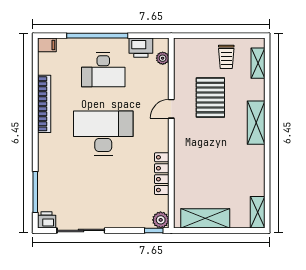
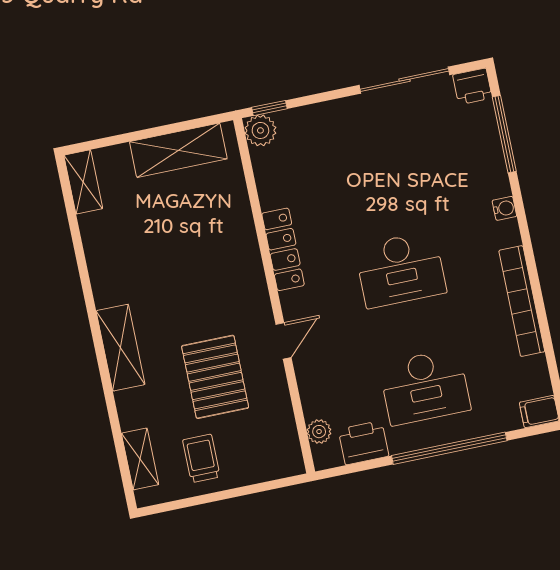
desk: (103, 70) -> (425, 387), turned 180
desk: (103, 133) -> (401, 270), width x0.73, depth x0.77
water cooler: (43, 154) -> (504, 208), added
locker: (162, 174) -> (283, 249), moved

